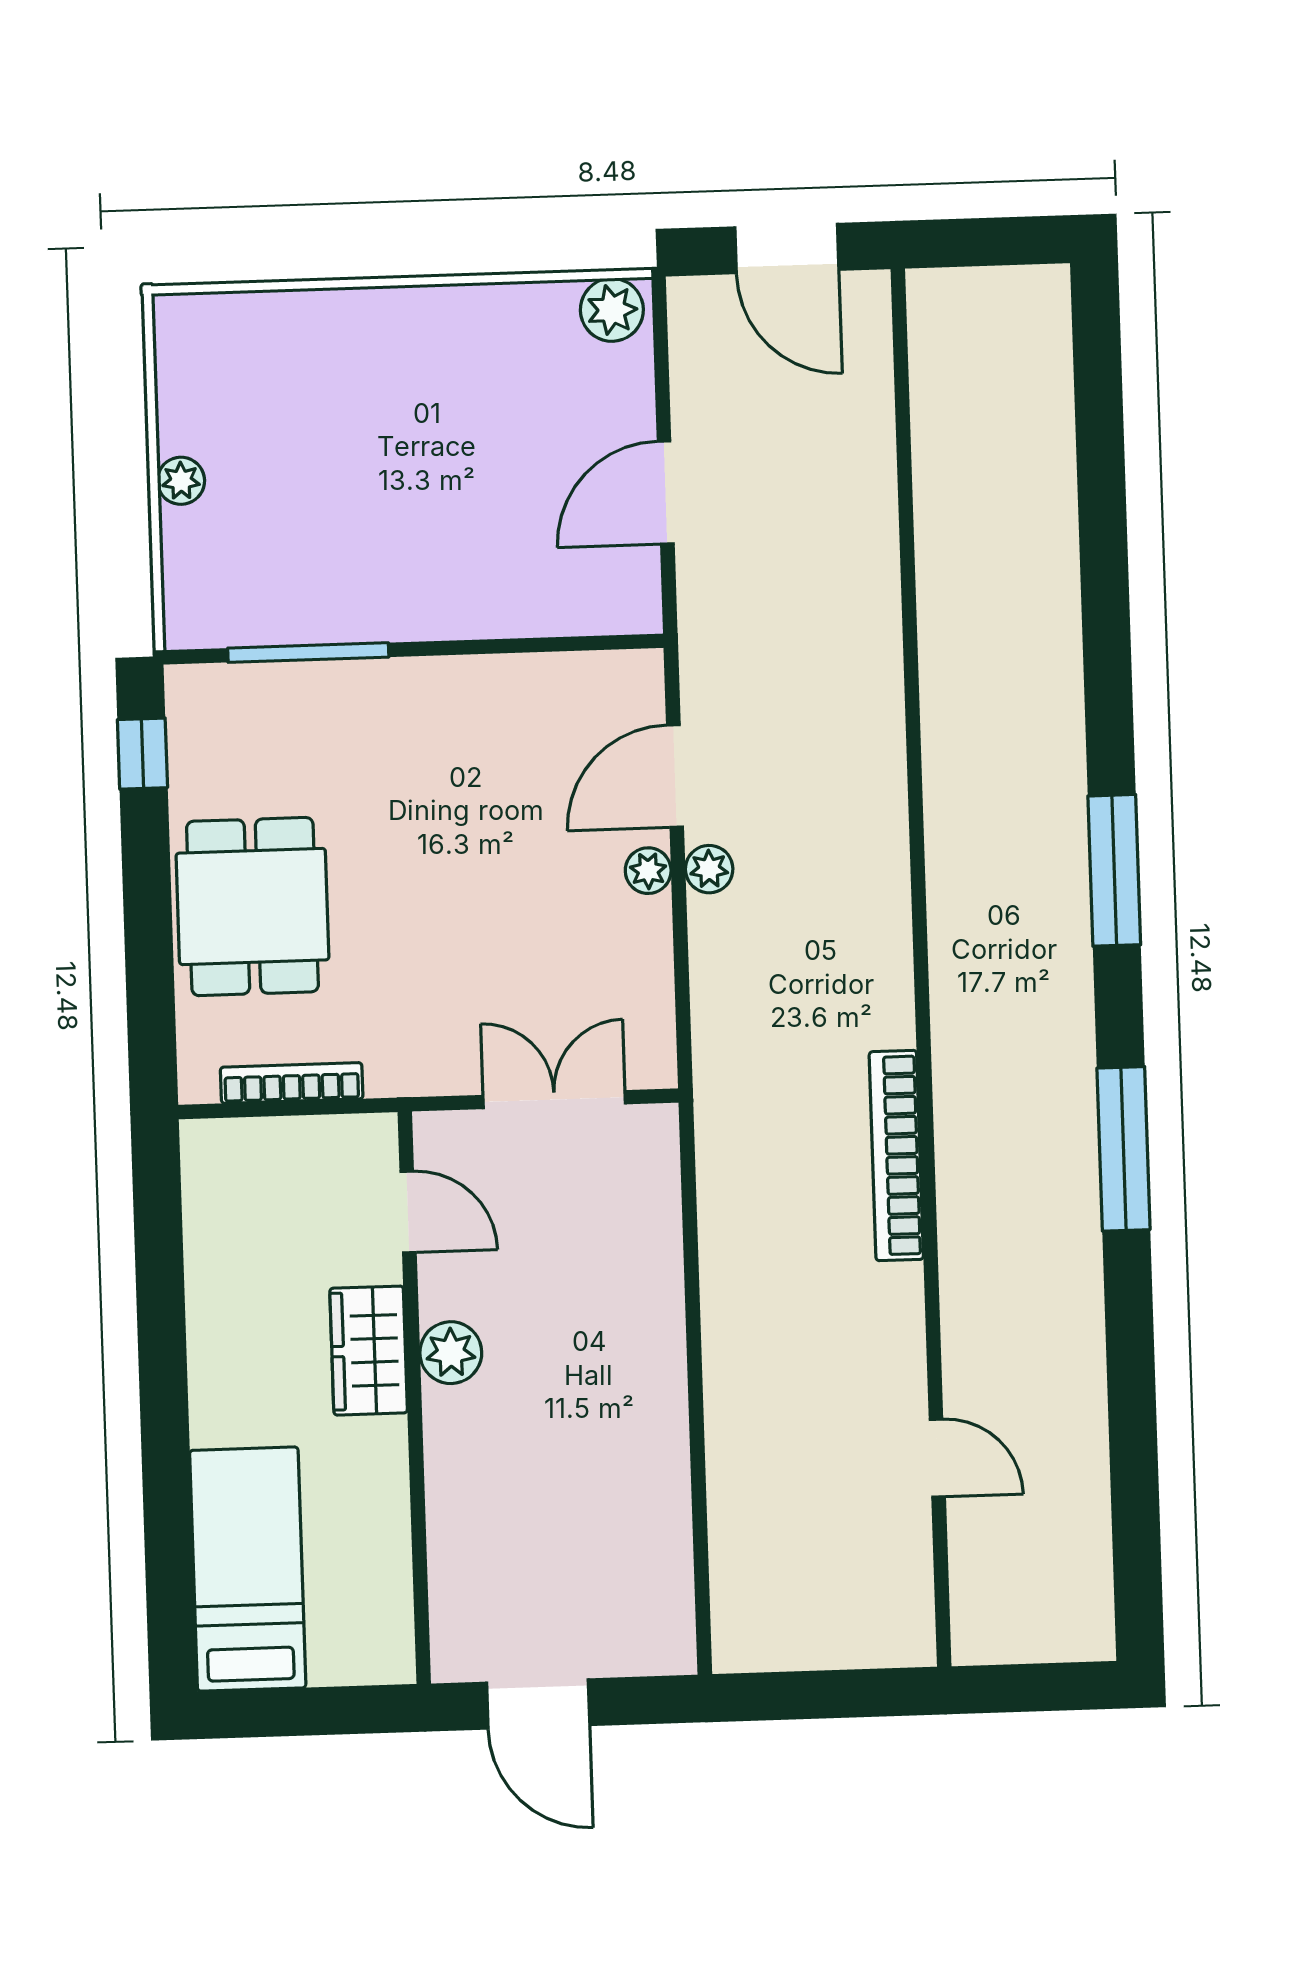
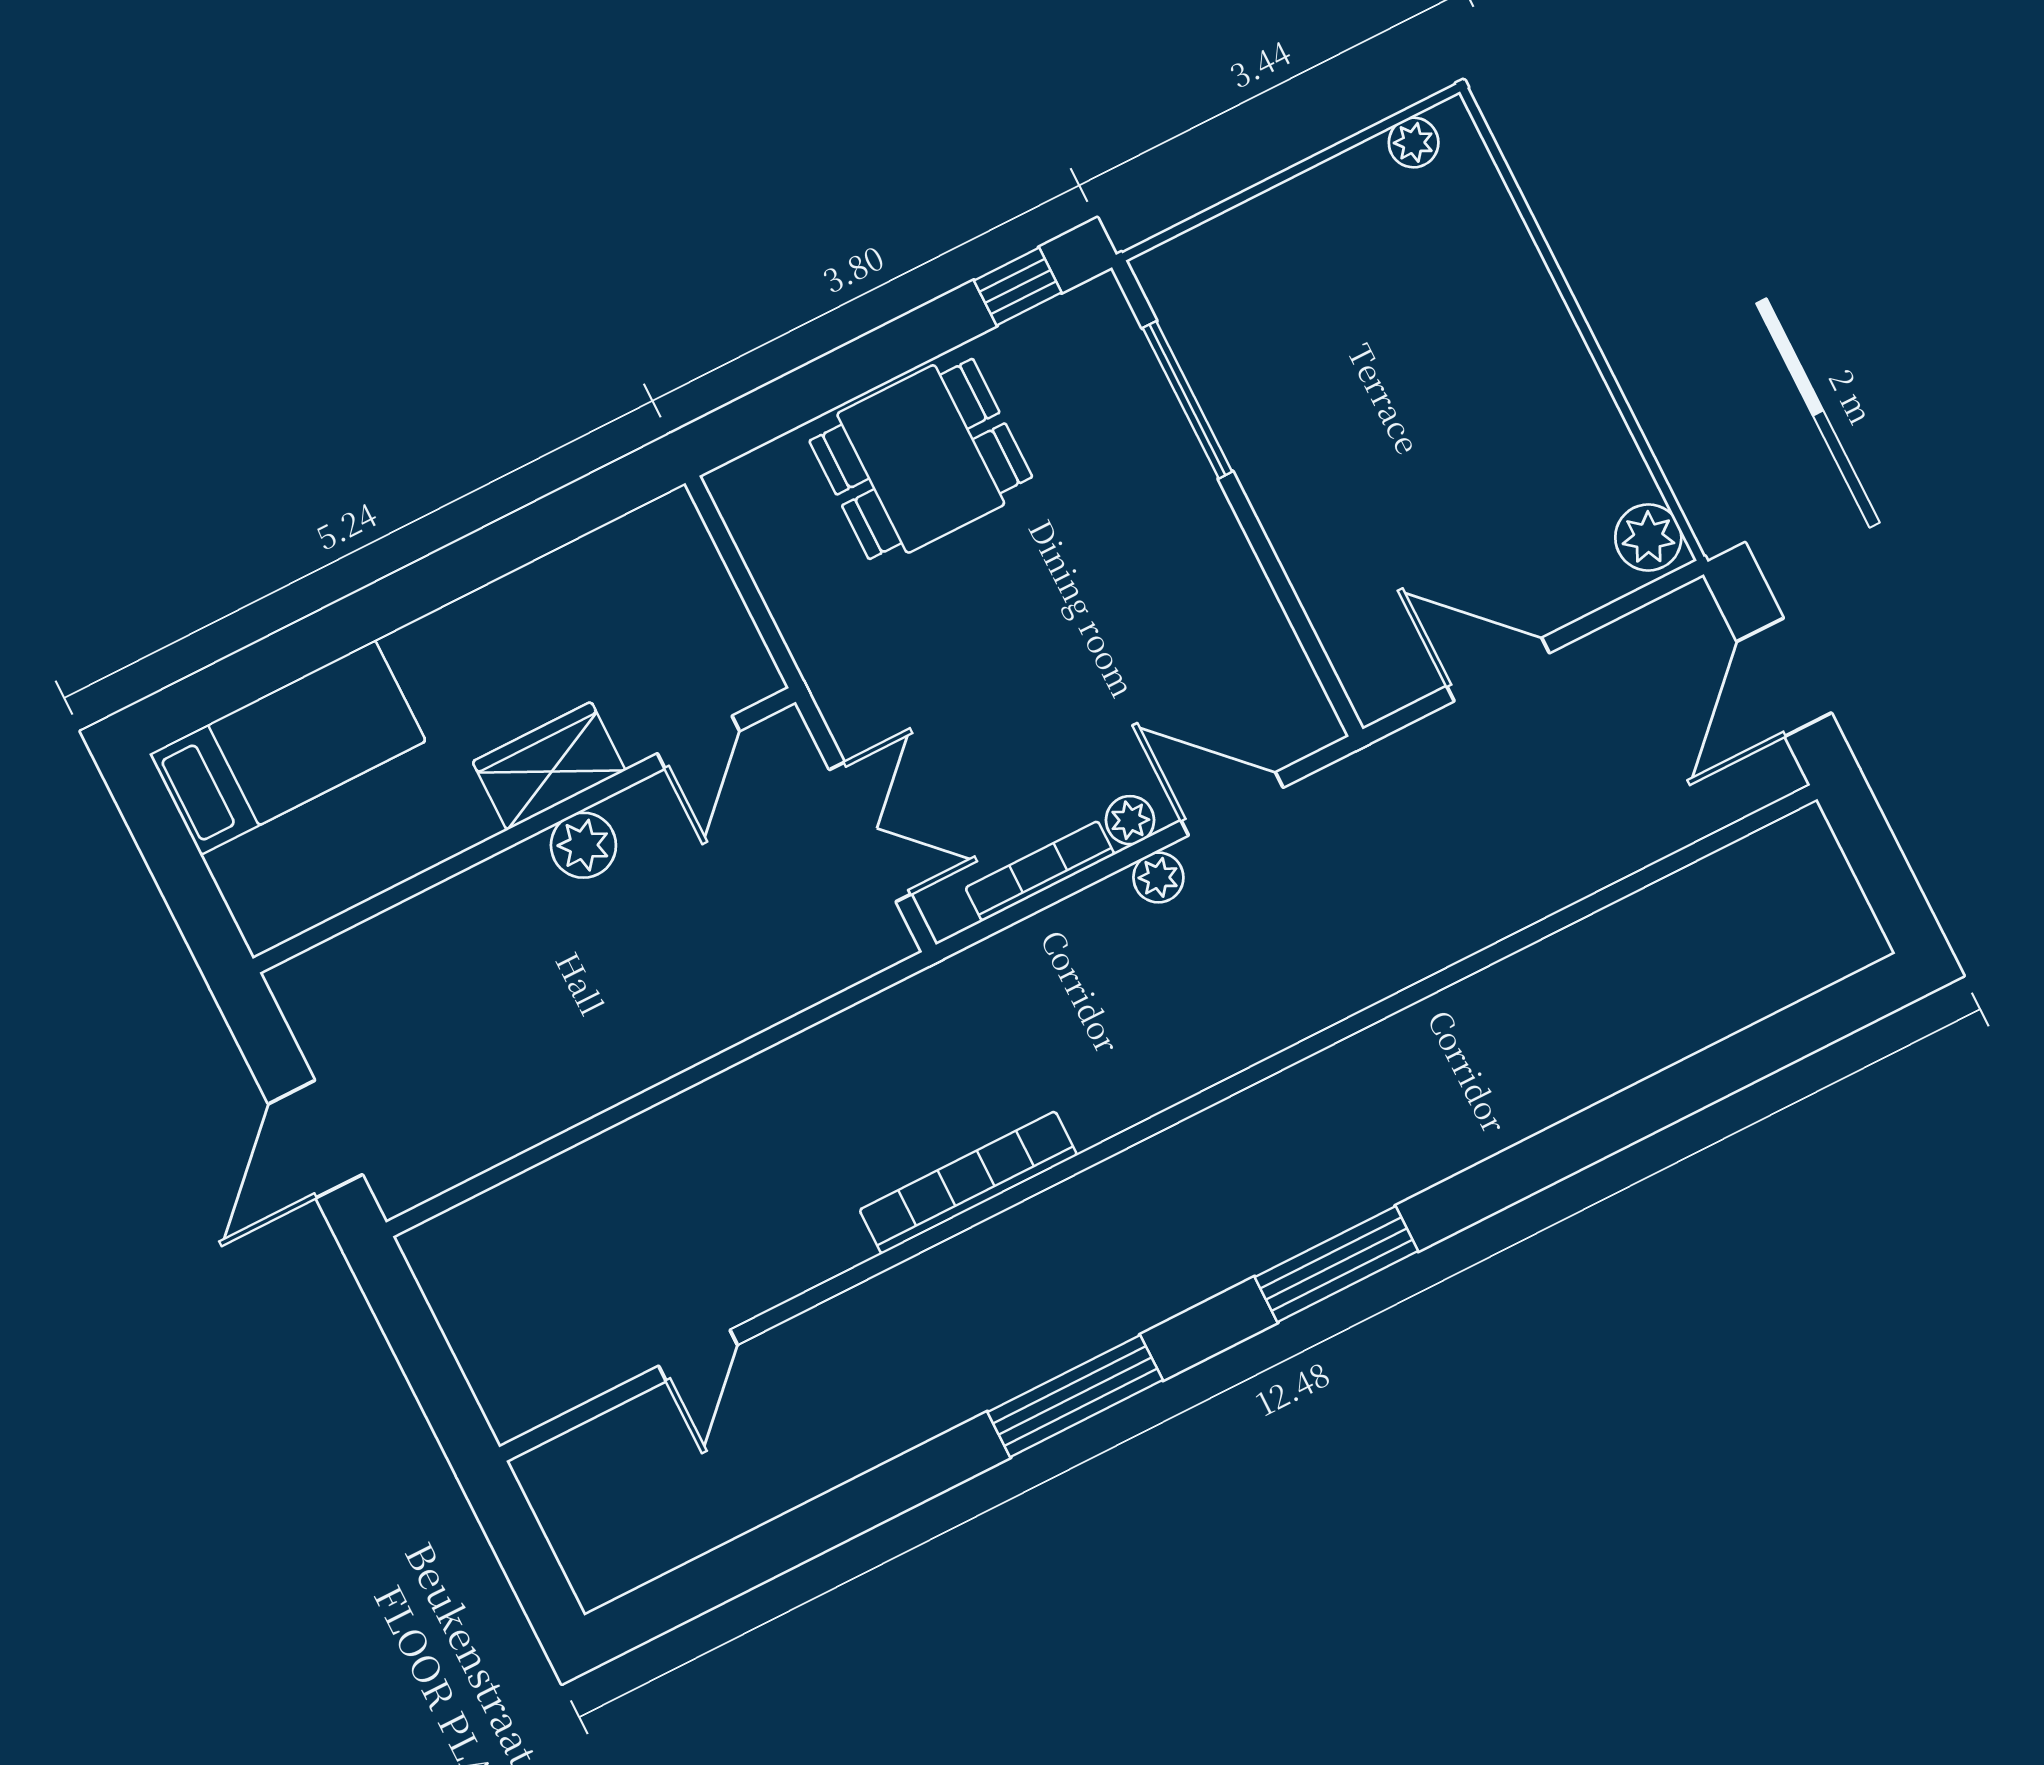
plant: (181, 481) -> (1414, 143), moved
bookcase: (292, 1083) -> (1040, 871), moved, turned -90
door: (538, 1704) -> (315, 1139), moved

